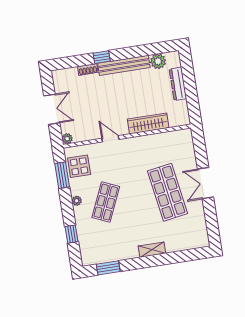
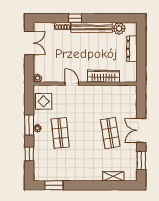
double door: (52, 109) -> (29, 43), moved
window: (62, 175) -> (29, 125), moved
shop shelf: (167, 192) -> (110, 133), width x0.70, depth x0.74
shop shelf: (106, 202) -> (60, 133), turned -30
window: (211, 220) -> (141, 160), added
shelving: (152, 250) -> (113, 176), moved

